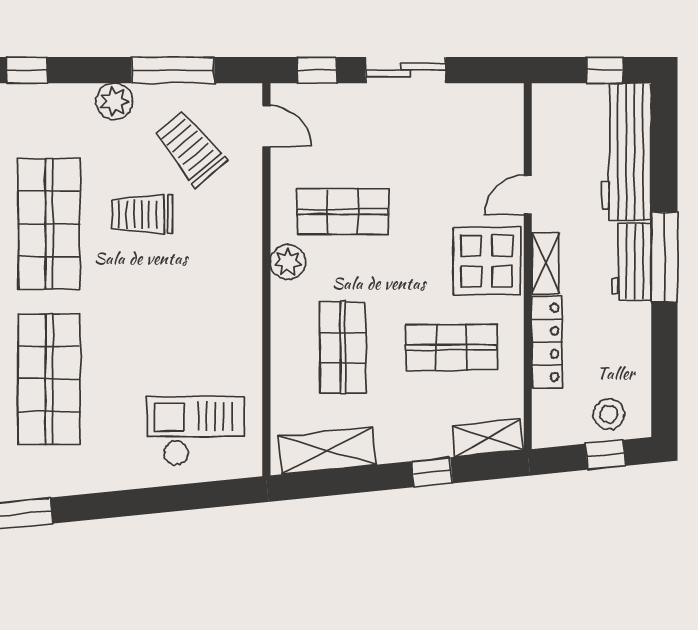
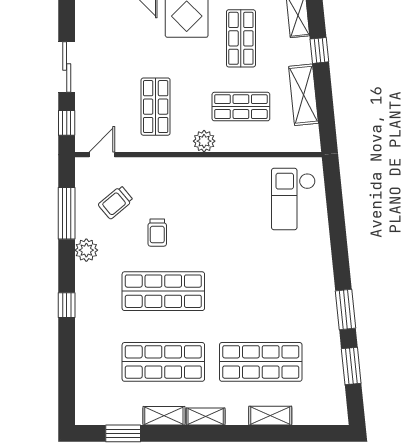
trolley: (190, 148) -> (116, 202), width x0.73, depth x0.72
trolley: (142, 214) -> (157, 233), width x0.73, depth x0.72
plant: (288, 262) -> (204, 141), moved
shop shelf: (49, 379) -> (261, 291), removed
shelving: (327, 451) -> (304, 95), moved

